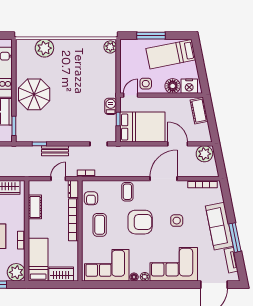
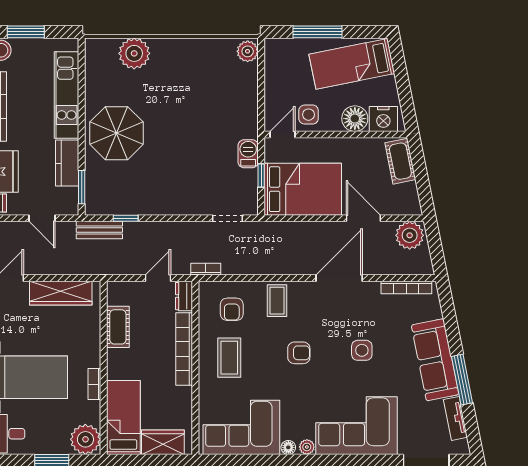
bench: (55, 151) -> (99, 230), moved
armchair: (91, 198) -> (232, 309), moved
armchair: (140, 222) -> (299, 353), width x0.53, depth x0.53

